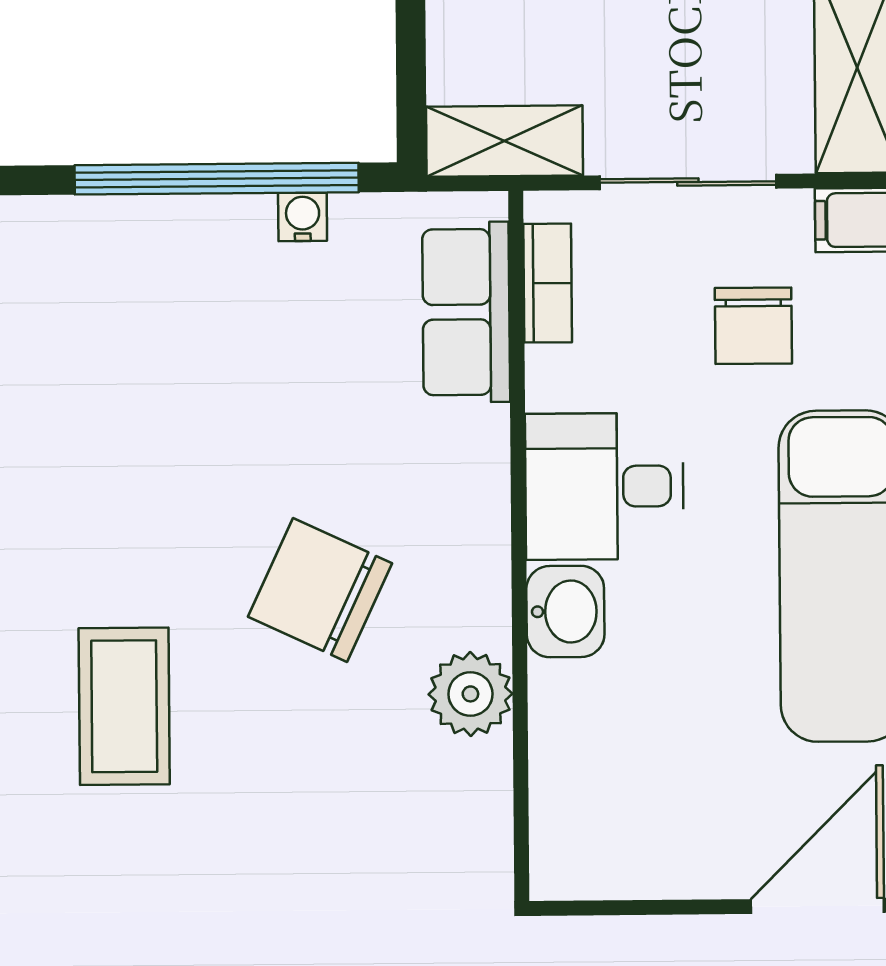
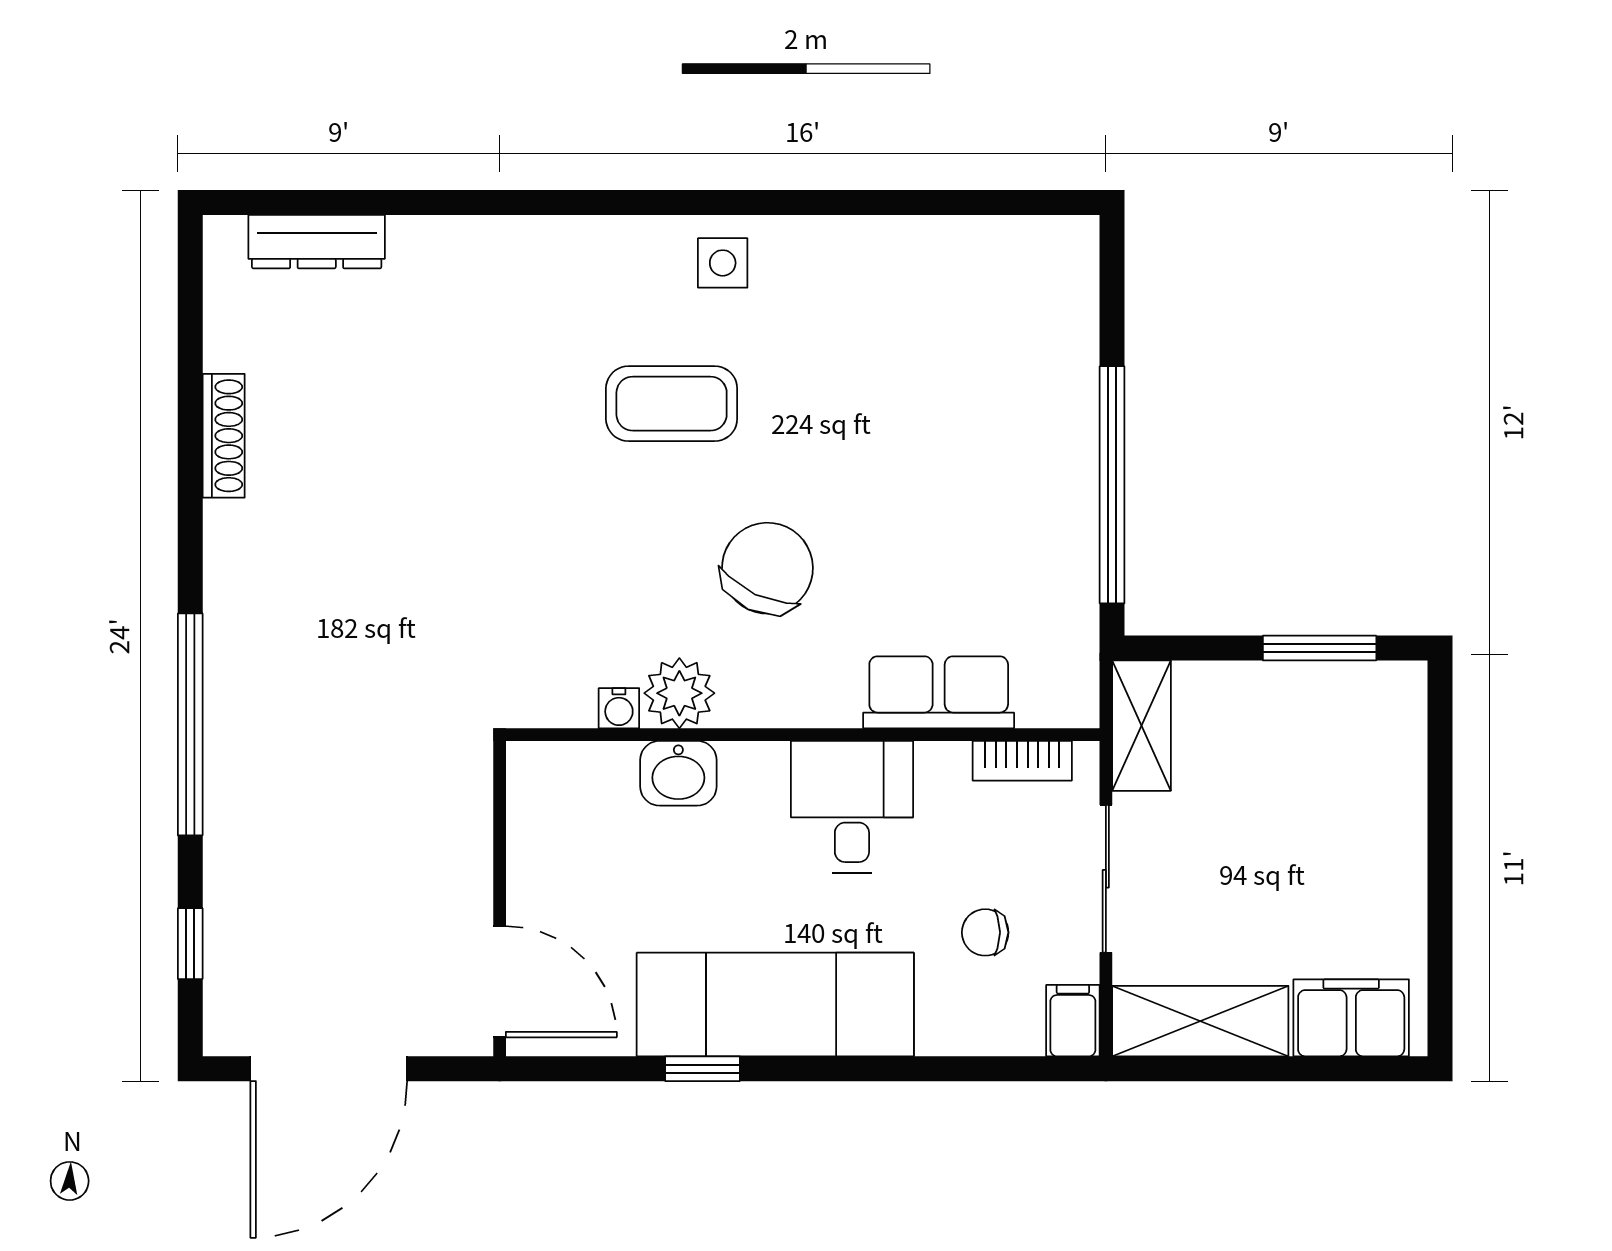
water cooler: (303, 217) -> (619, 708), moved, turned 90
row of seats: (466, 312) -> (939, 692), moved
chair: (753, 326) -> (985, 932), width x0.73, depth x0.73
washbasin: (565, 612) -> (678, 773), moved

